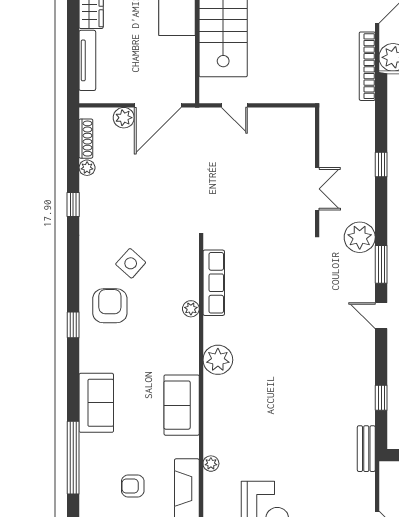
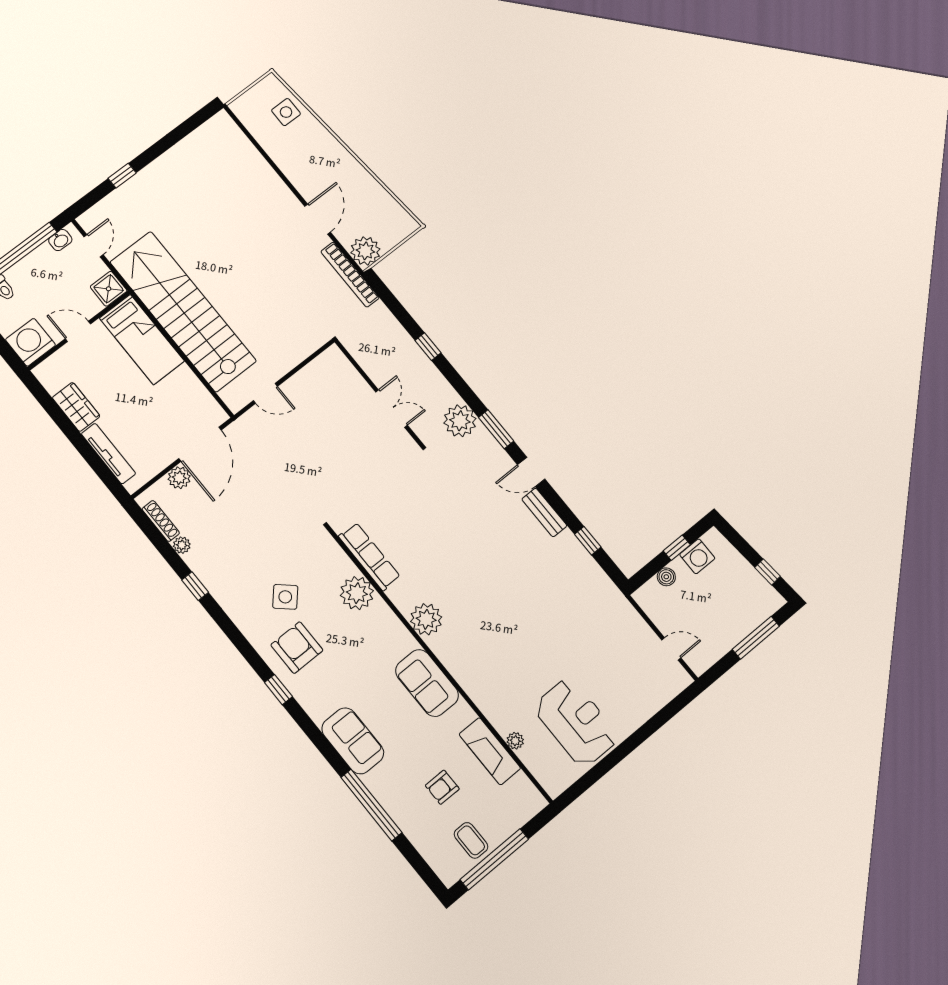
plant: (191, 309) -> (357, 593), width x1.87, depth x1.87
bench: (366, 449) -> (544, 512), moved
plant: (211, 464) -> (515, 741), moved

